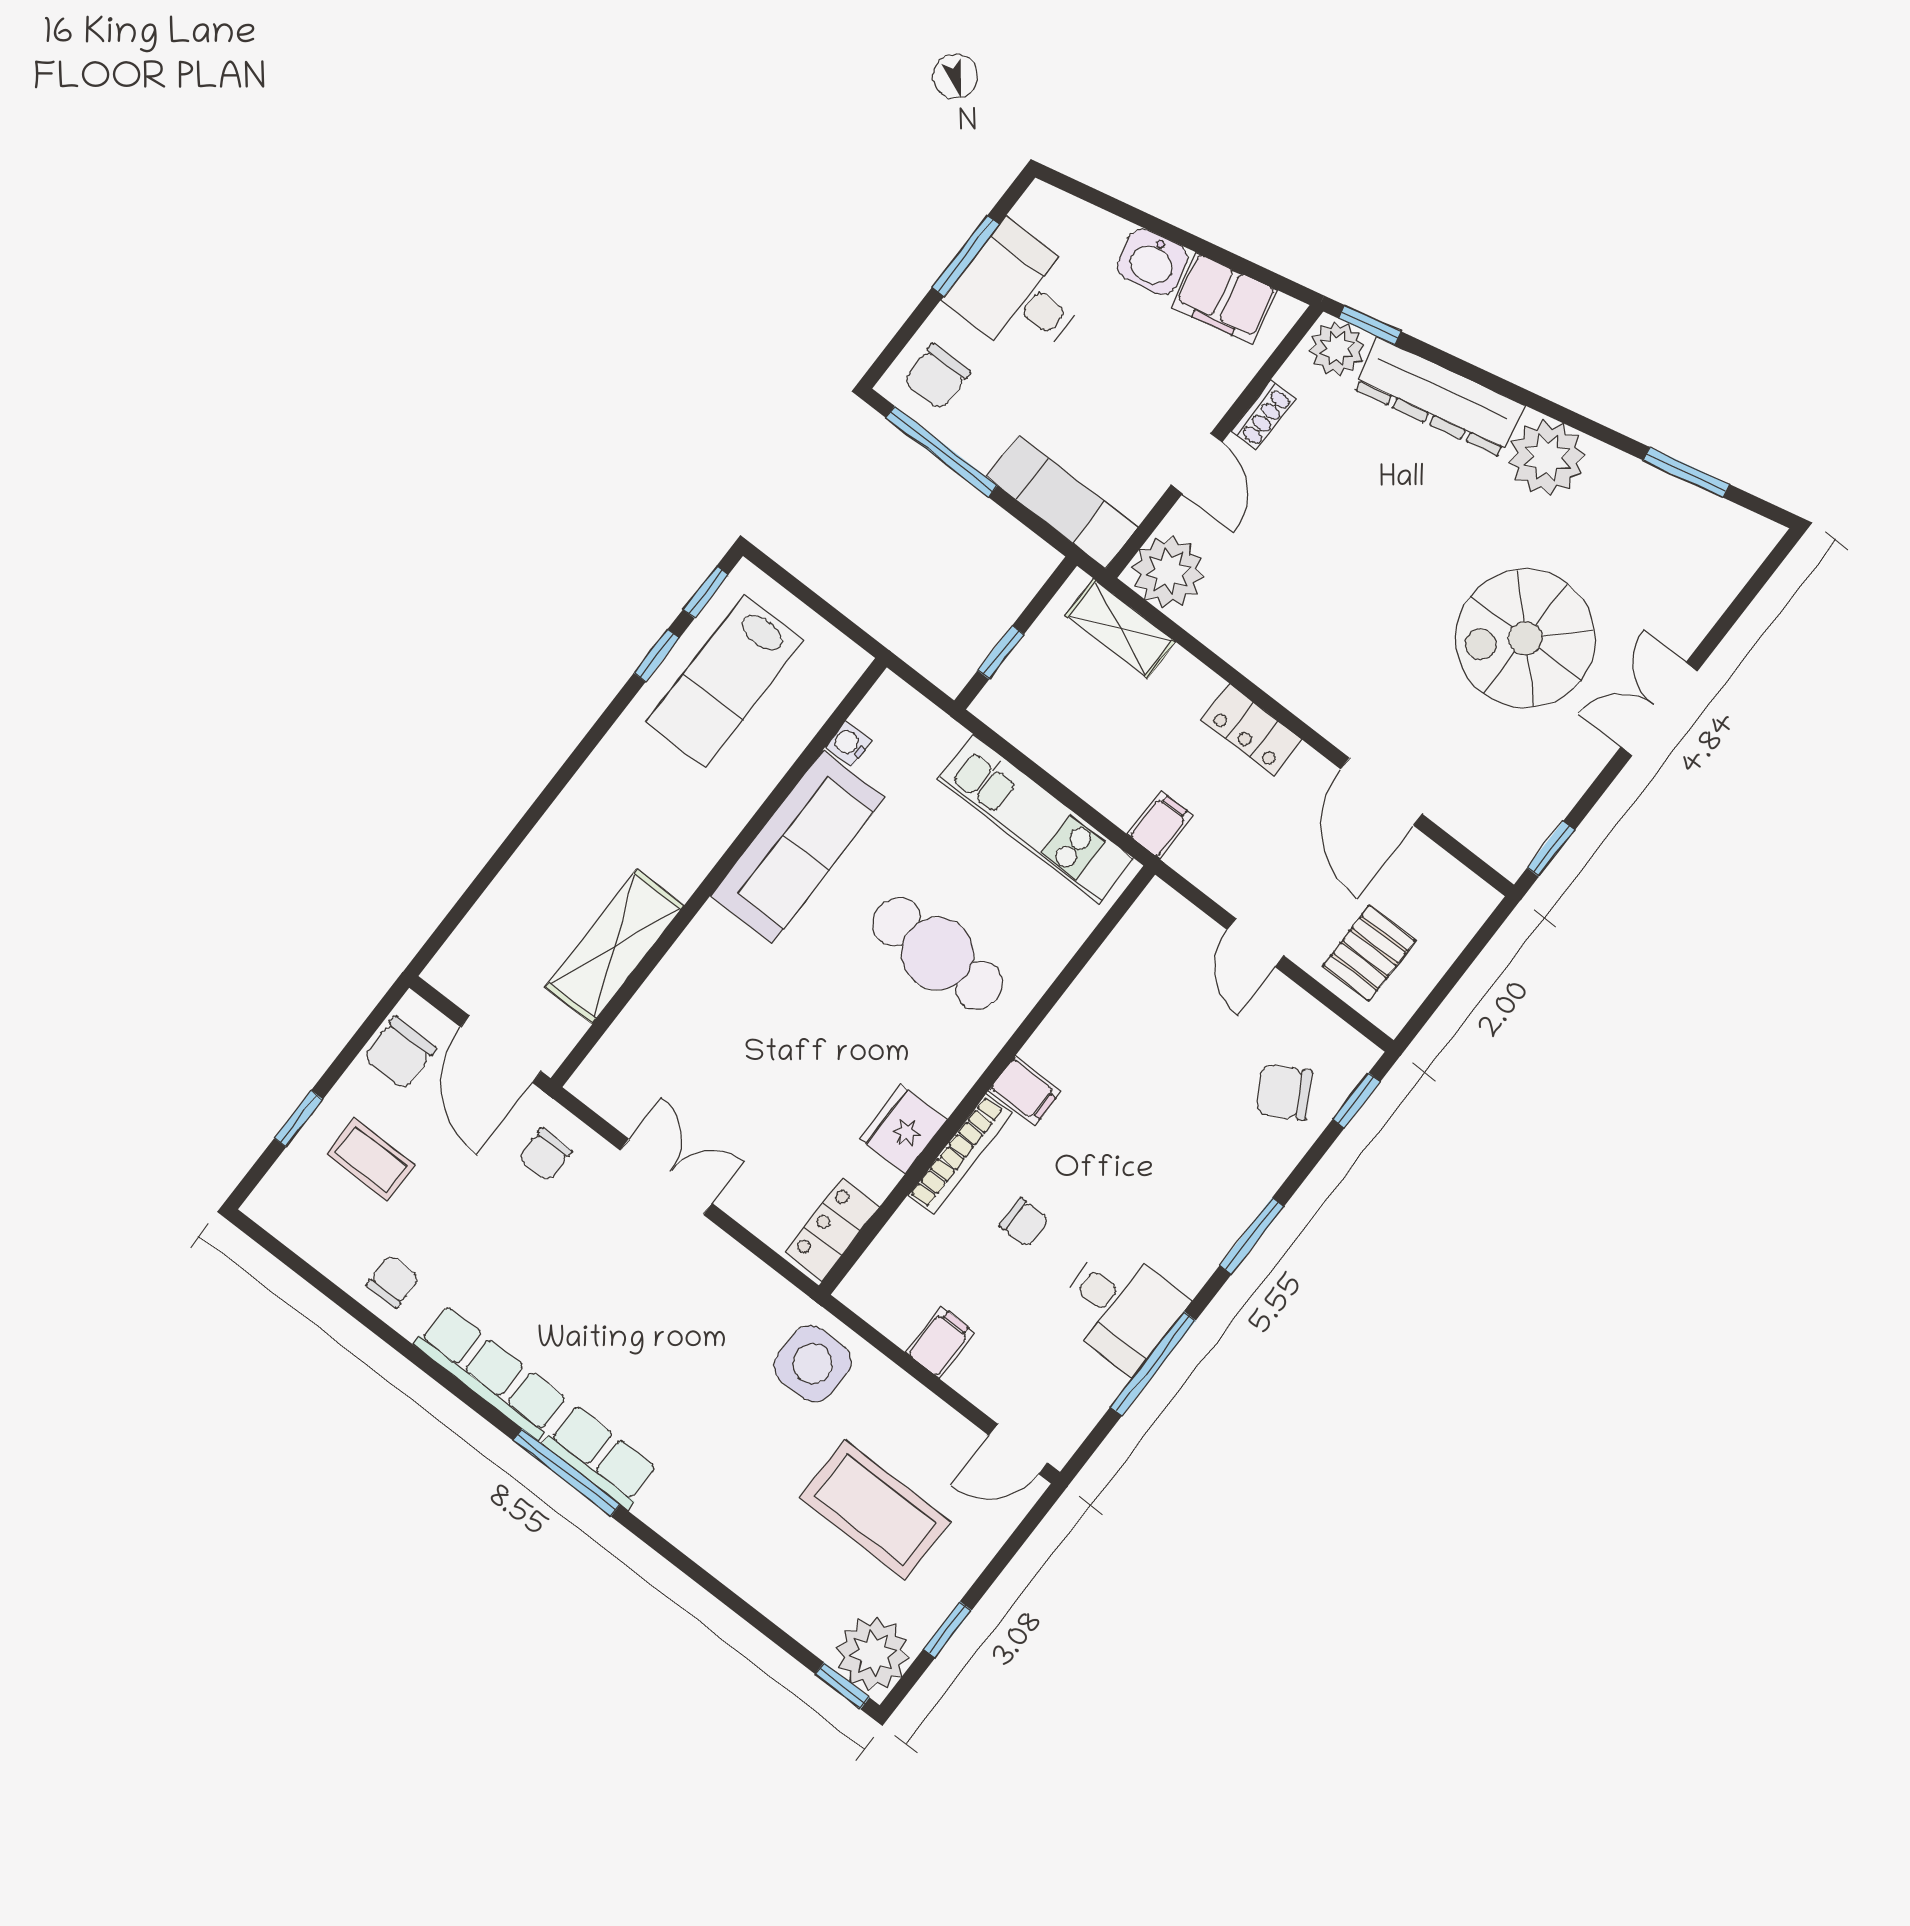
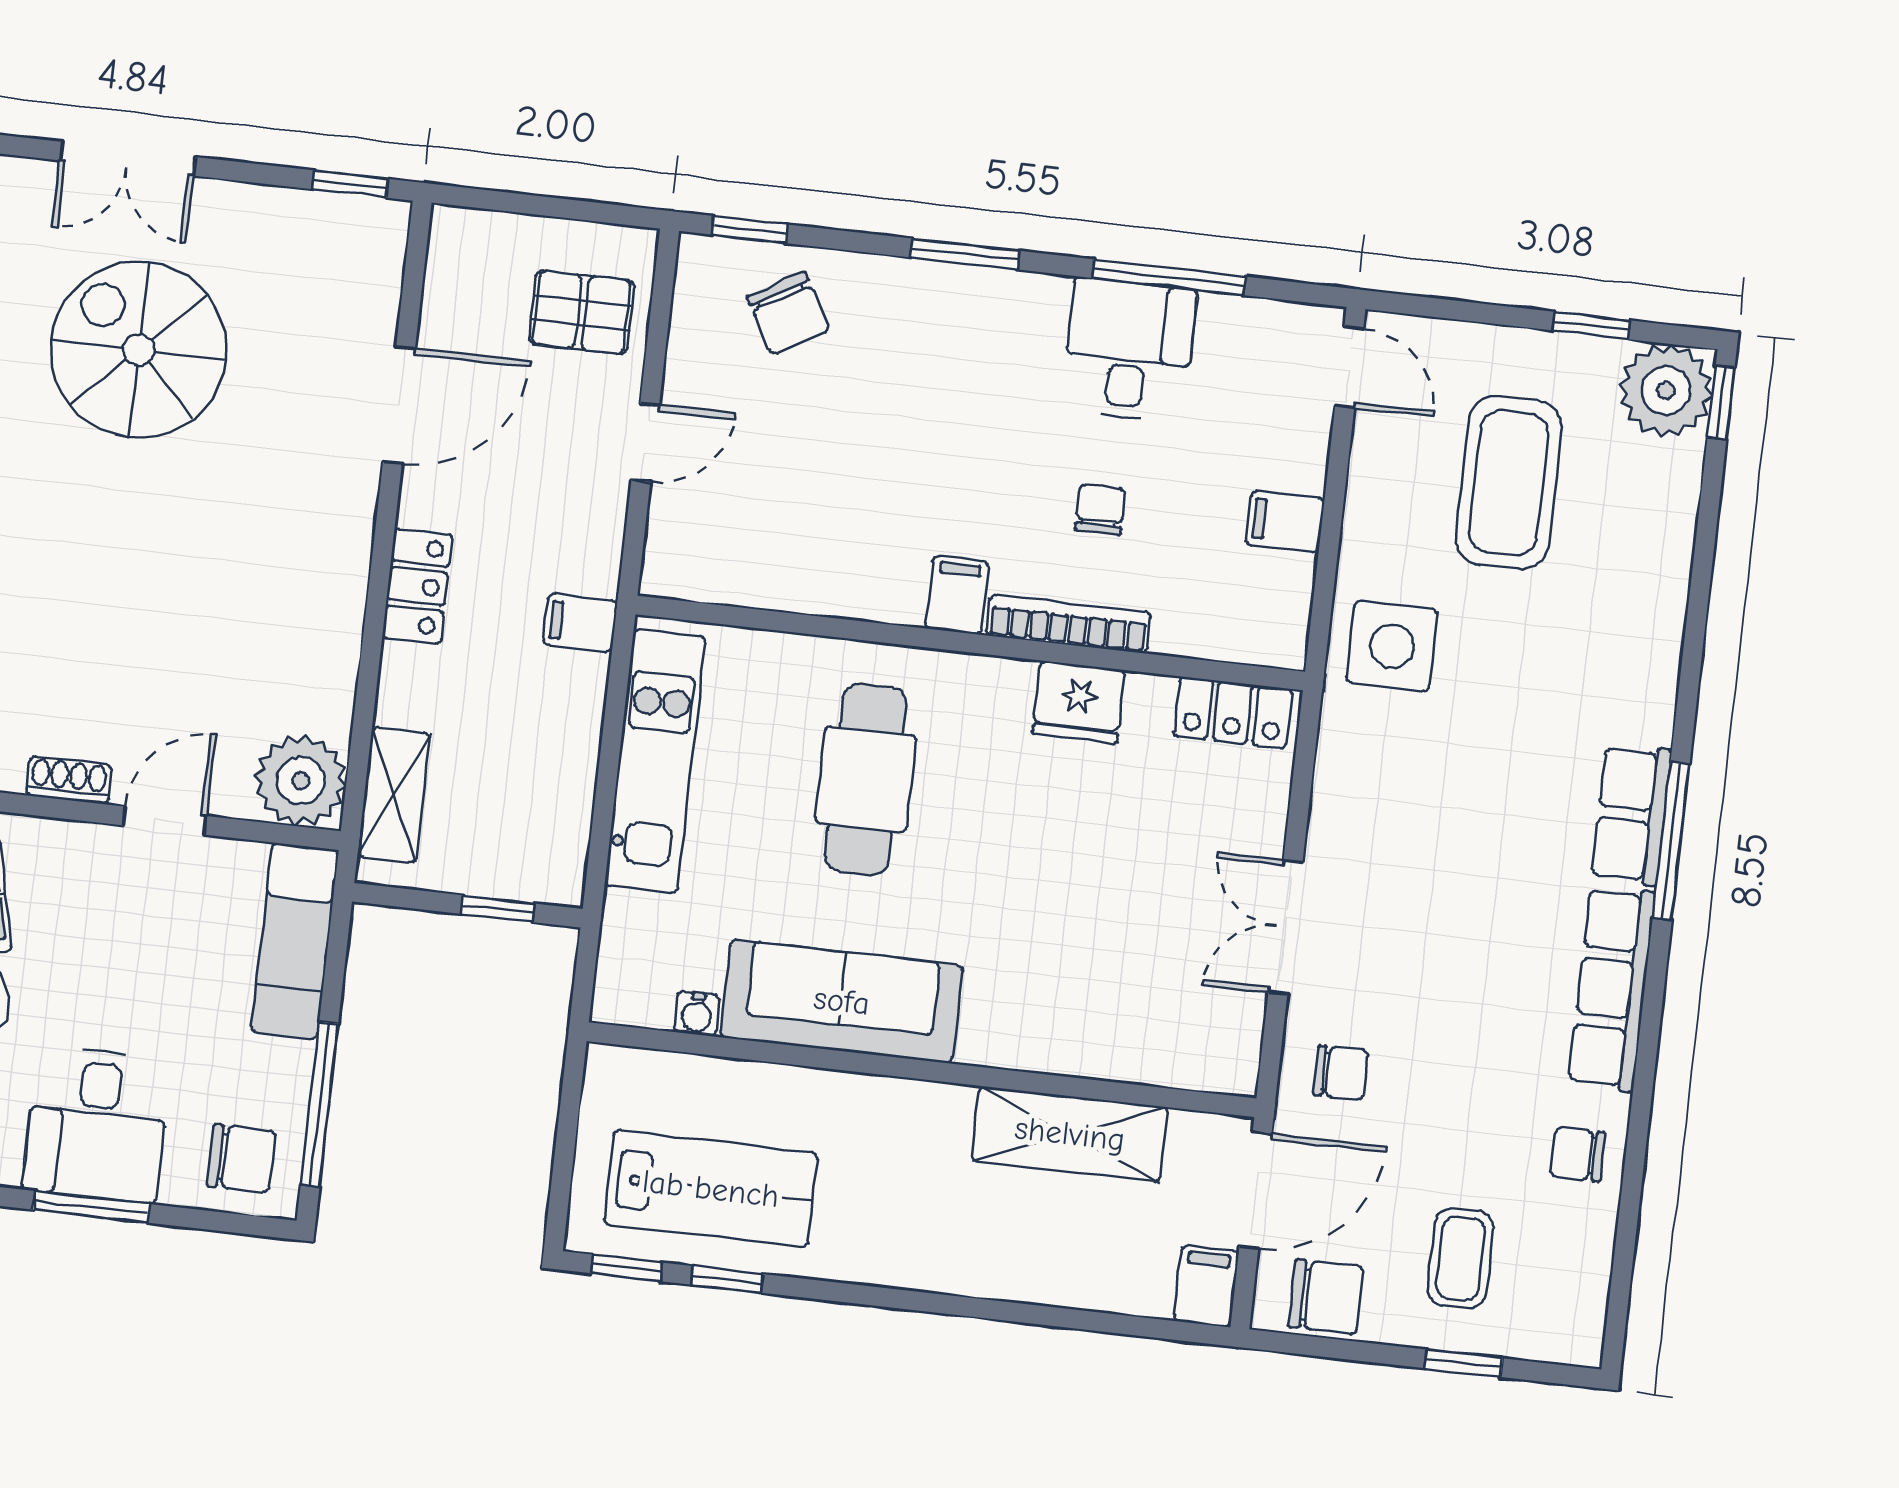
spiral stairs: (1525, 638) -> (139, 350), turned 180
filing cabinet: (456, 976) -> (1206, 1286), added

